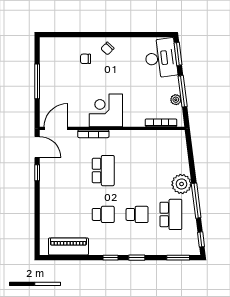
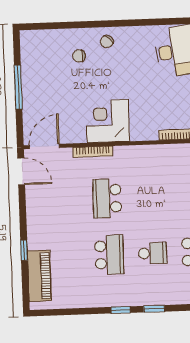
school desk: (103, 171) -> (107, 198), turned 180
window: (37, 173) -> (24, 250), moved
school desk: (103, 214) -> (109, 255), width x1.85
piano: (68, 246) -> (39, 276), moved, turned 90

